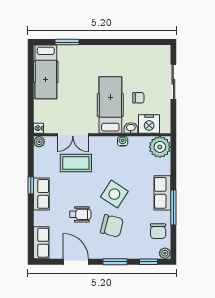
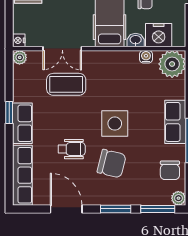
water cooler: (123, 141) -> (146, 57), moved
side table: (114, 194) -> (115, 124), turned -33
row of seats: (41, 243) -> (22, 175), width x1.48
window: (148, 262) -> (158, 209), width x1.50

